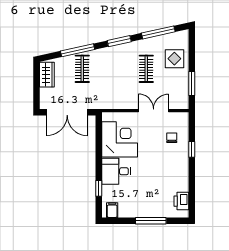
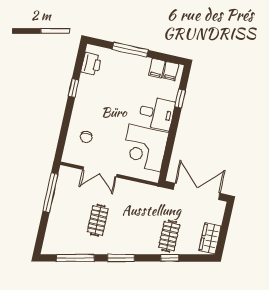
window: (78, 50) -> (170, 258), width x0.46
display table: (174, 59) -> (64, 225), removed
window: (192, 84) -> (50, 193), width x1.44
window: (192, 149) -> (74, 88), moved
filing cabinet: (124, 210) -> (157, 68), added

